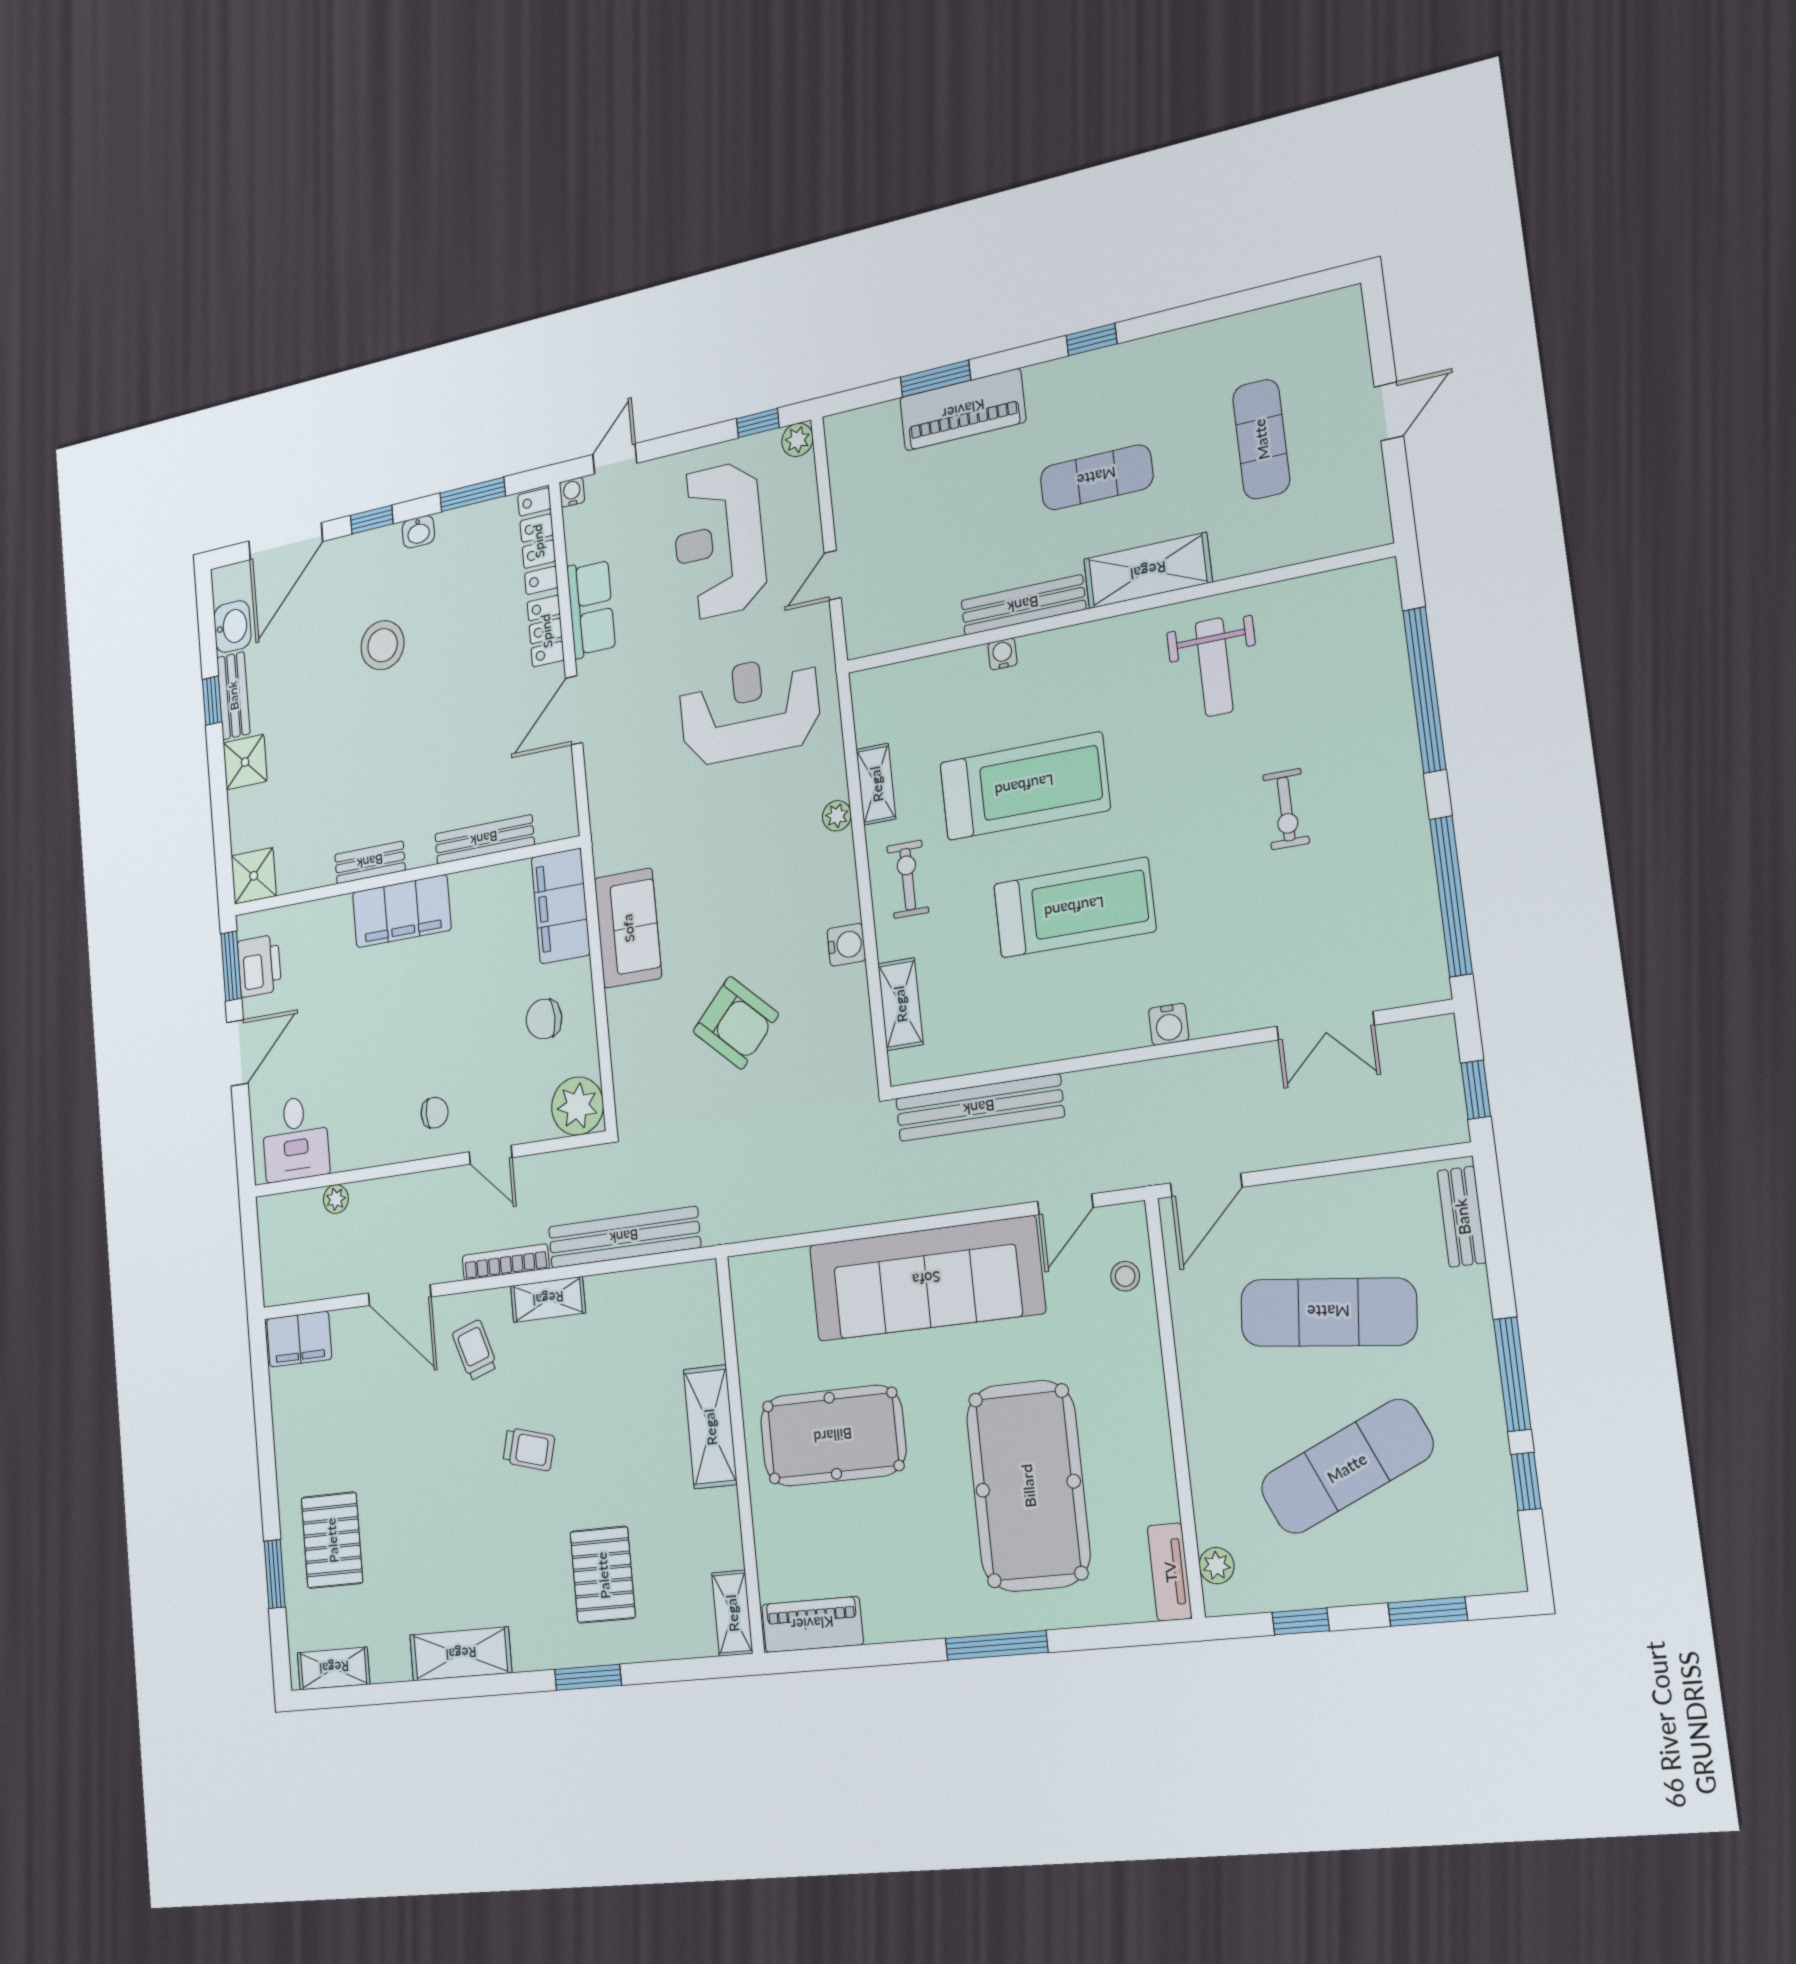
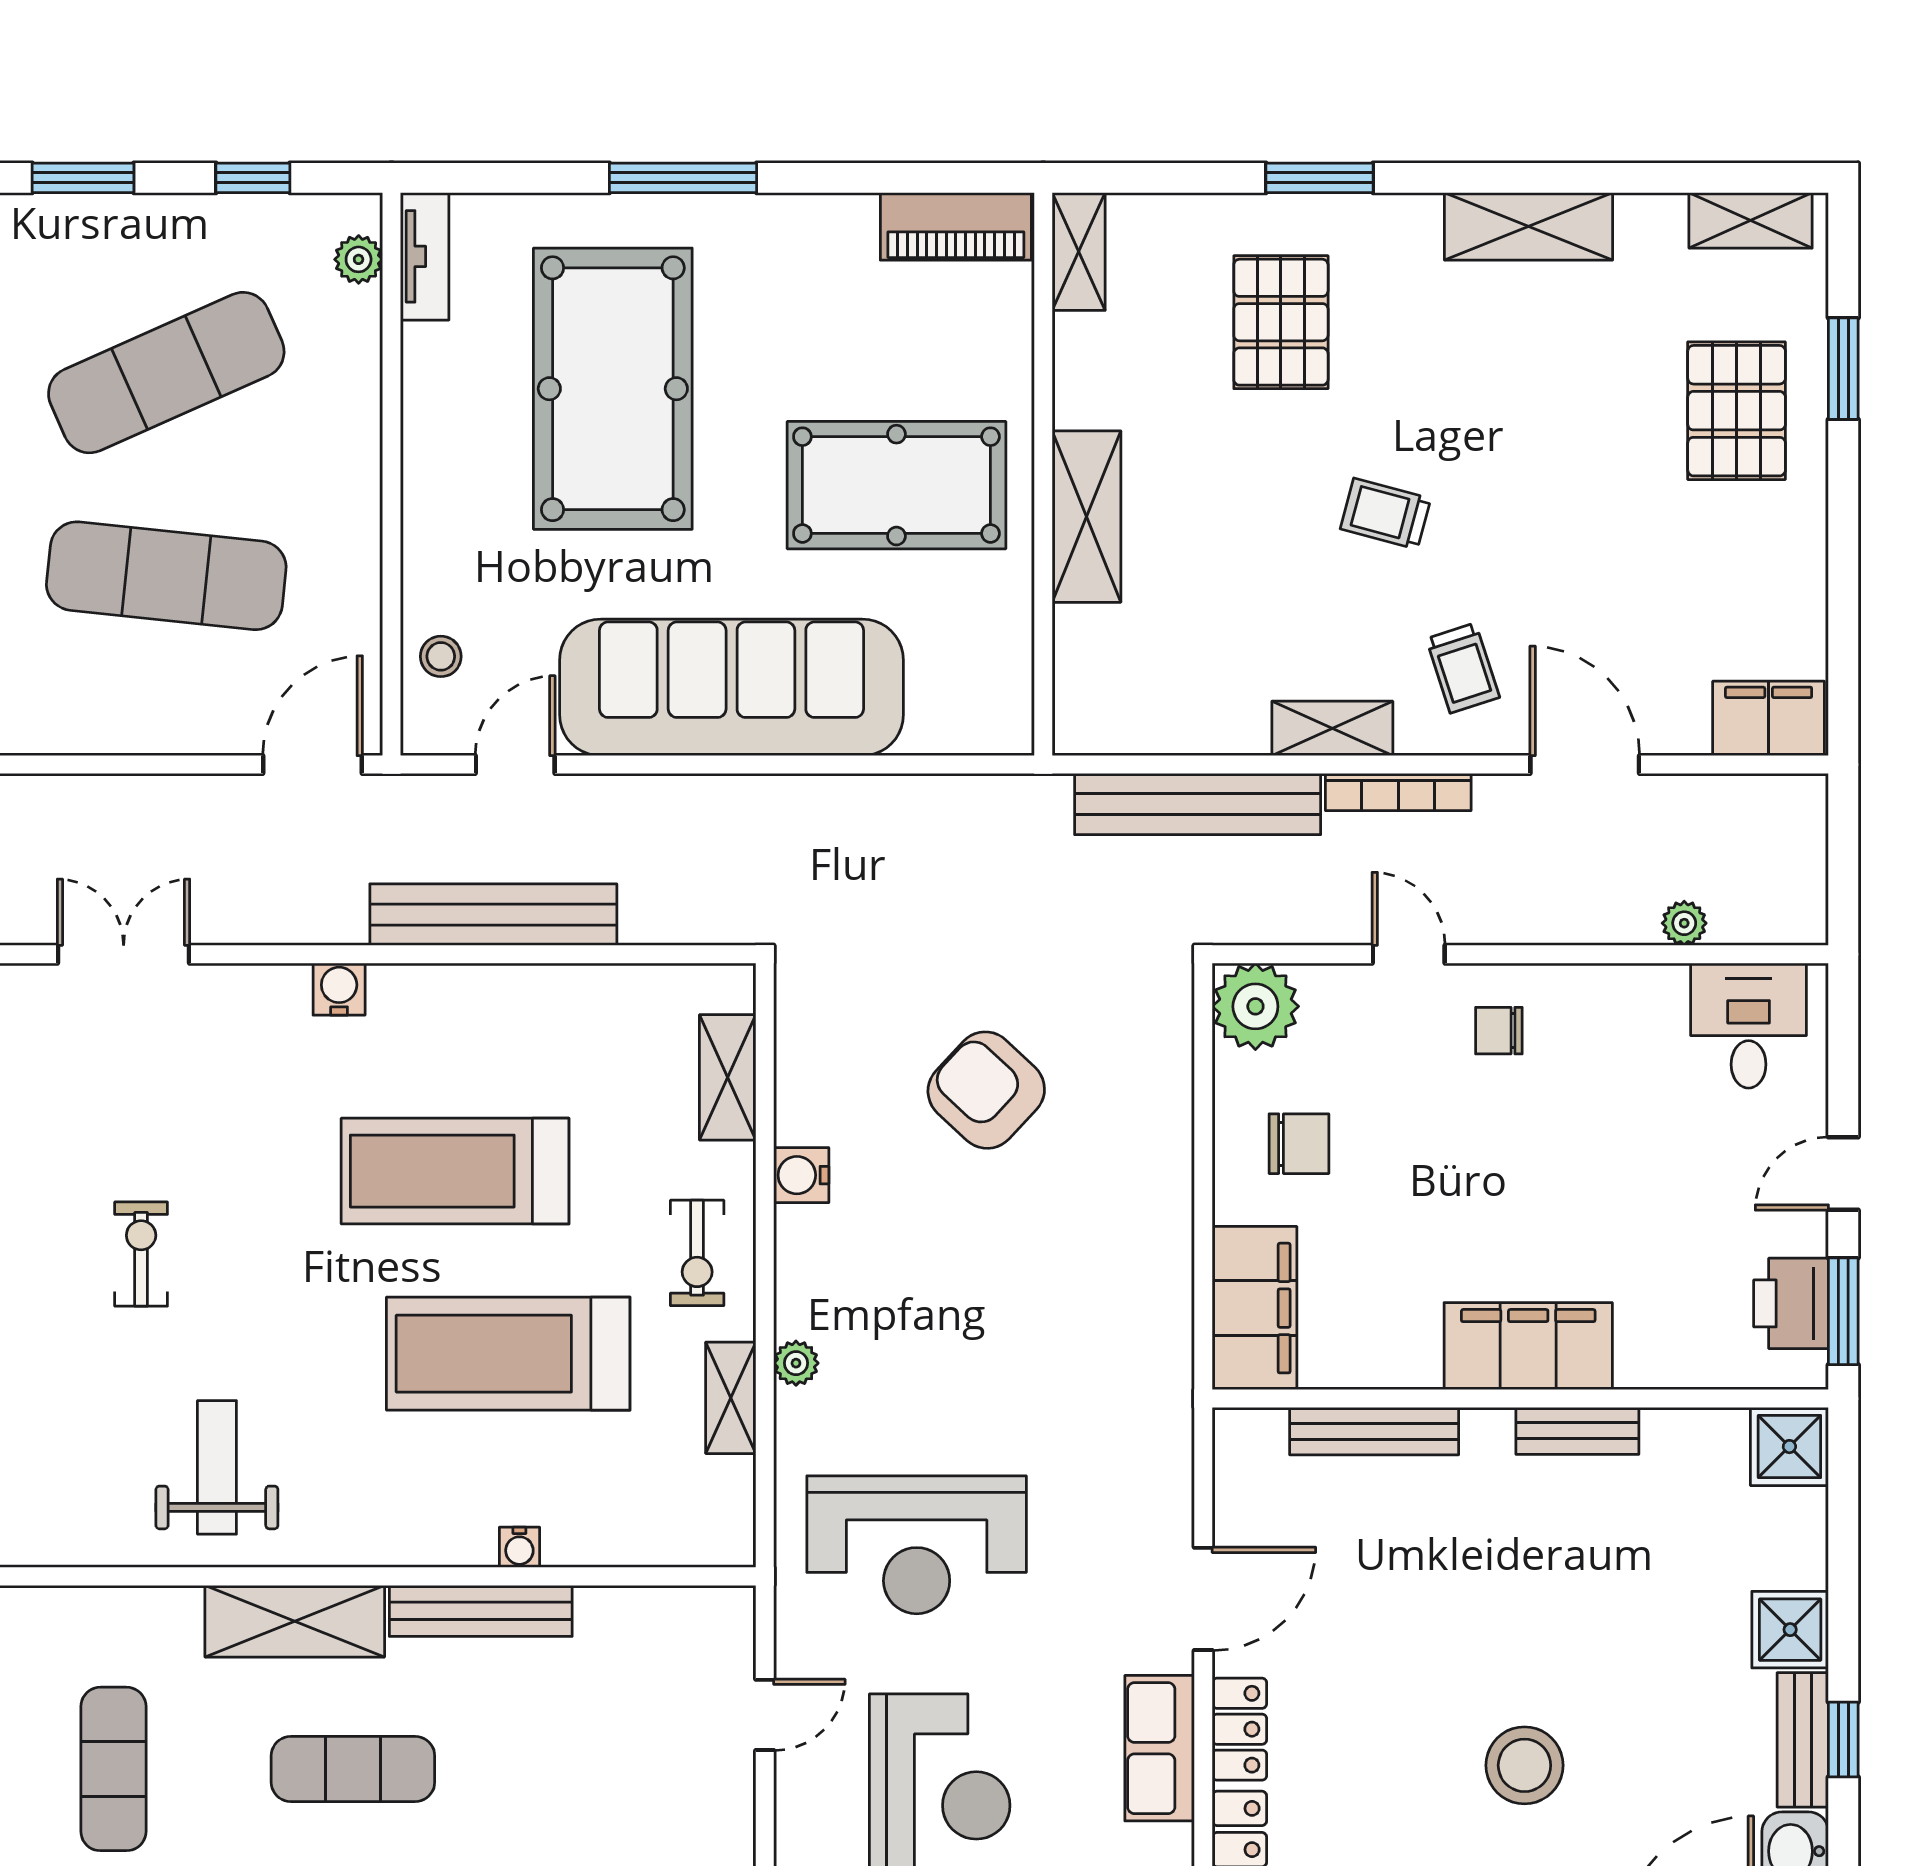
sofa: (628, 928) -> (1146, 1257), removed
door: (237, 1053) -> (1843, 1174), width x0.73
bench: (979, 1108) -> (493, 915), moved

